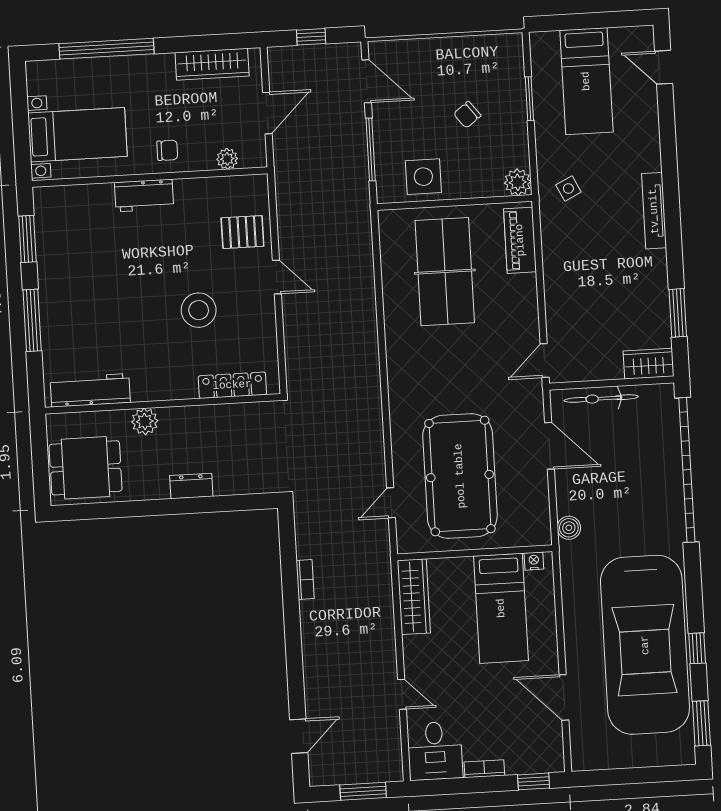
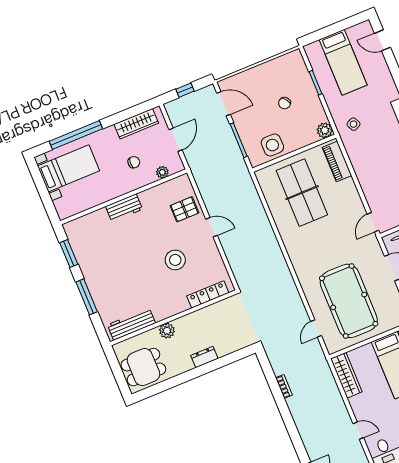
bed with nightstands: (77, 135) -> (68, 168), moved
chair: (167, 150) -> (134, 162), moved

